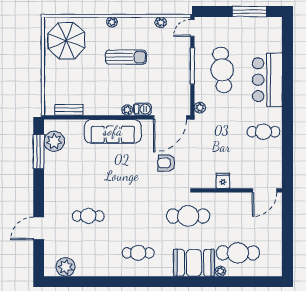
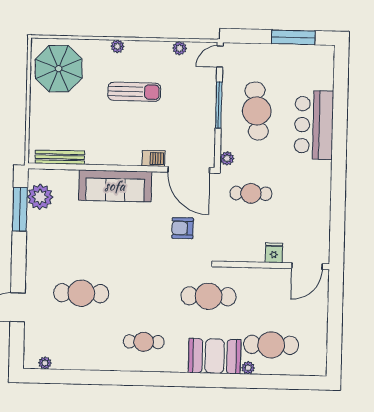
bench: (69, 110) -> (60, 157), width x1.36
plant: (127, 110) -> (134, 159), removed
door: (170, 117) -> (189, 170), hinge flipped
cafe table: (263, 132) -> (251, 193), moved
fridge: (223, 181) -> (274, 253), moved
cafe table: (88, 216) -> (81, 293), width x1.37, depth x1.35
plant: (66, 267) -> (45, 363), width x0.53, depth x0.53

